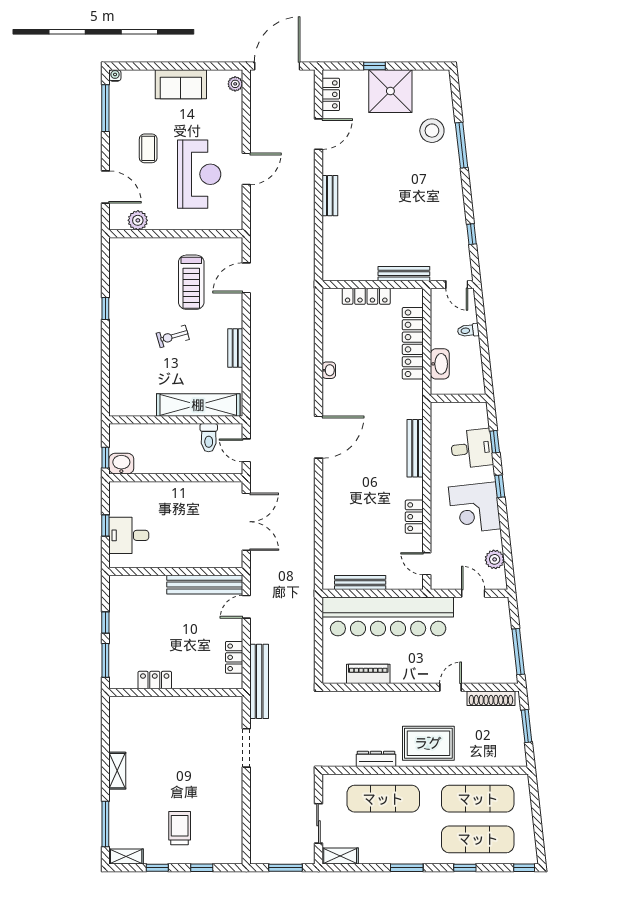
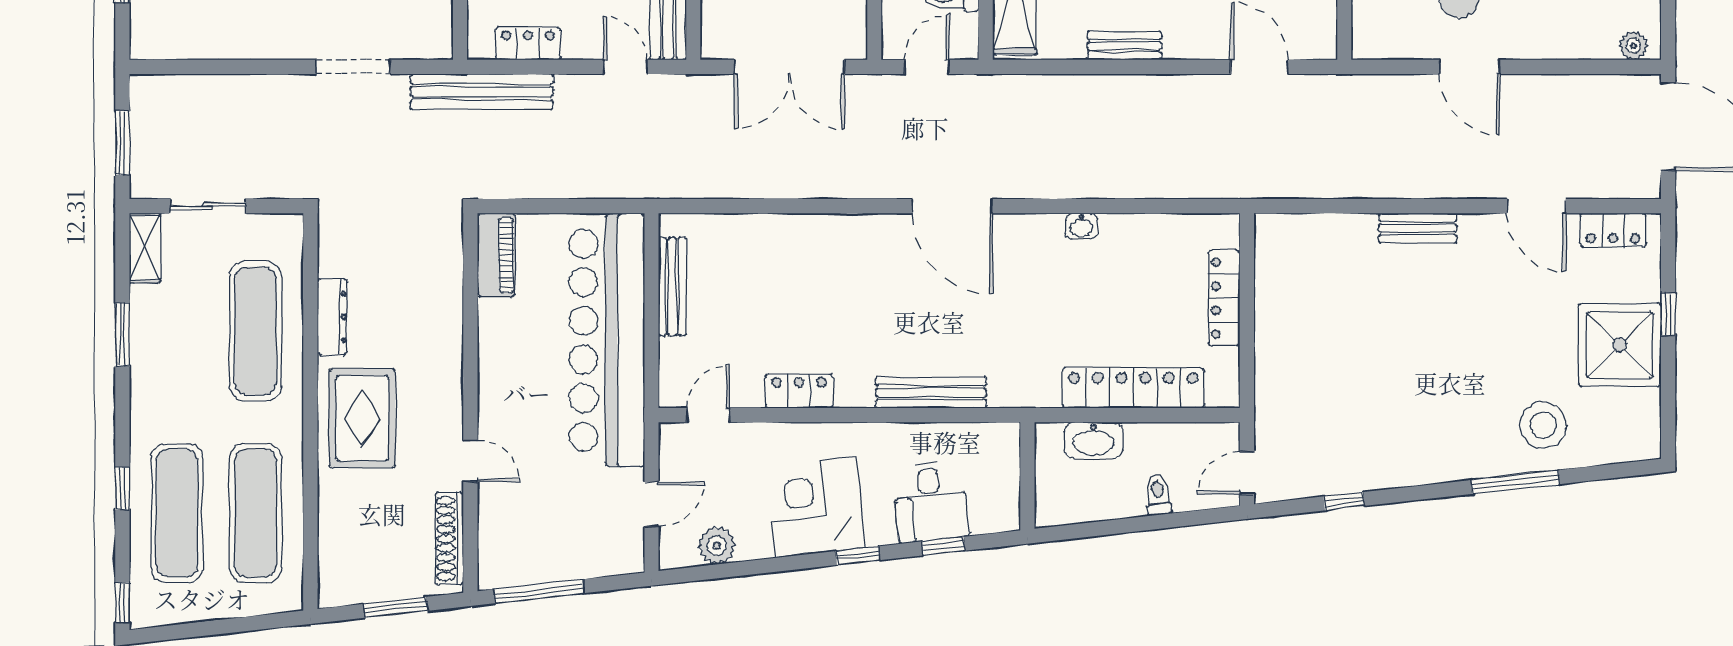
bench: (404, 274) -> (1268, 371), removed
piano: (368, 674) -> (496, 255), moved
window: (407, 868) -> (122, 334), moved

